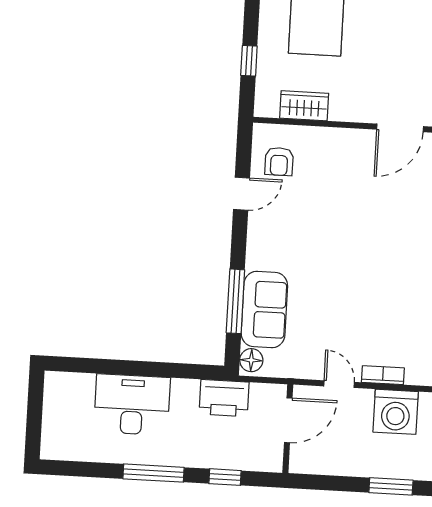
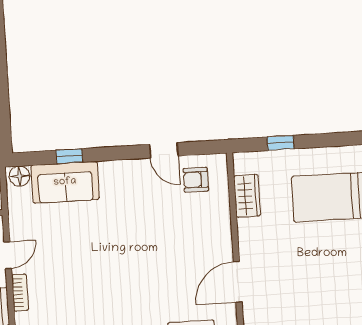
door: (400, 128) -> (238, 282), hinge flipped
window: (235, 301) -> (69, 156), width x0.46

